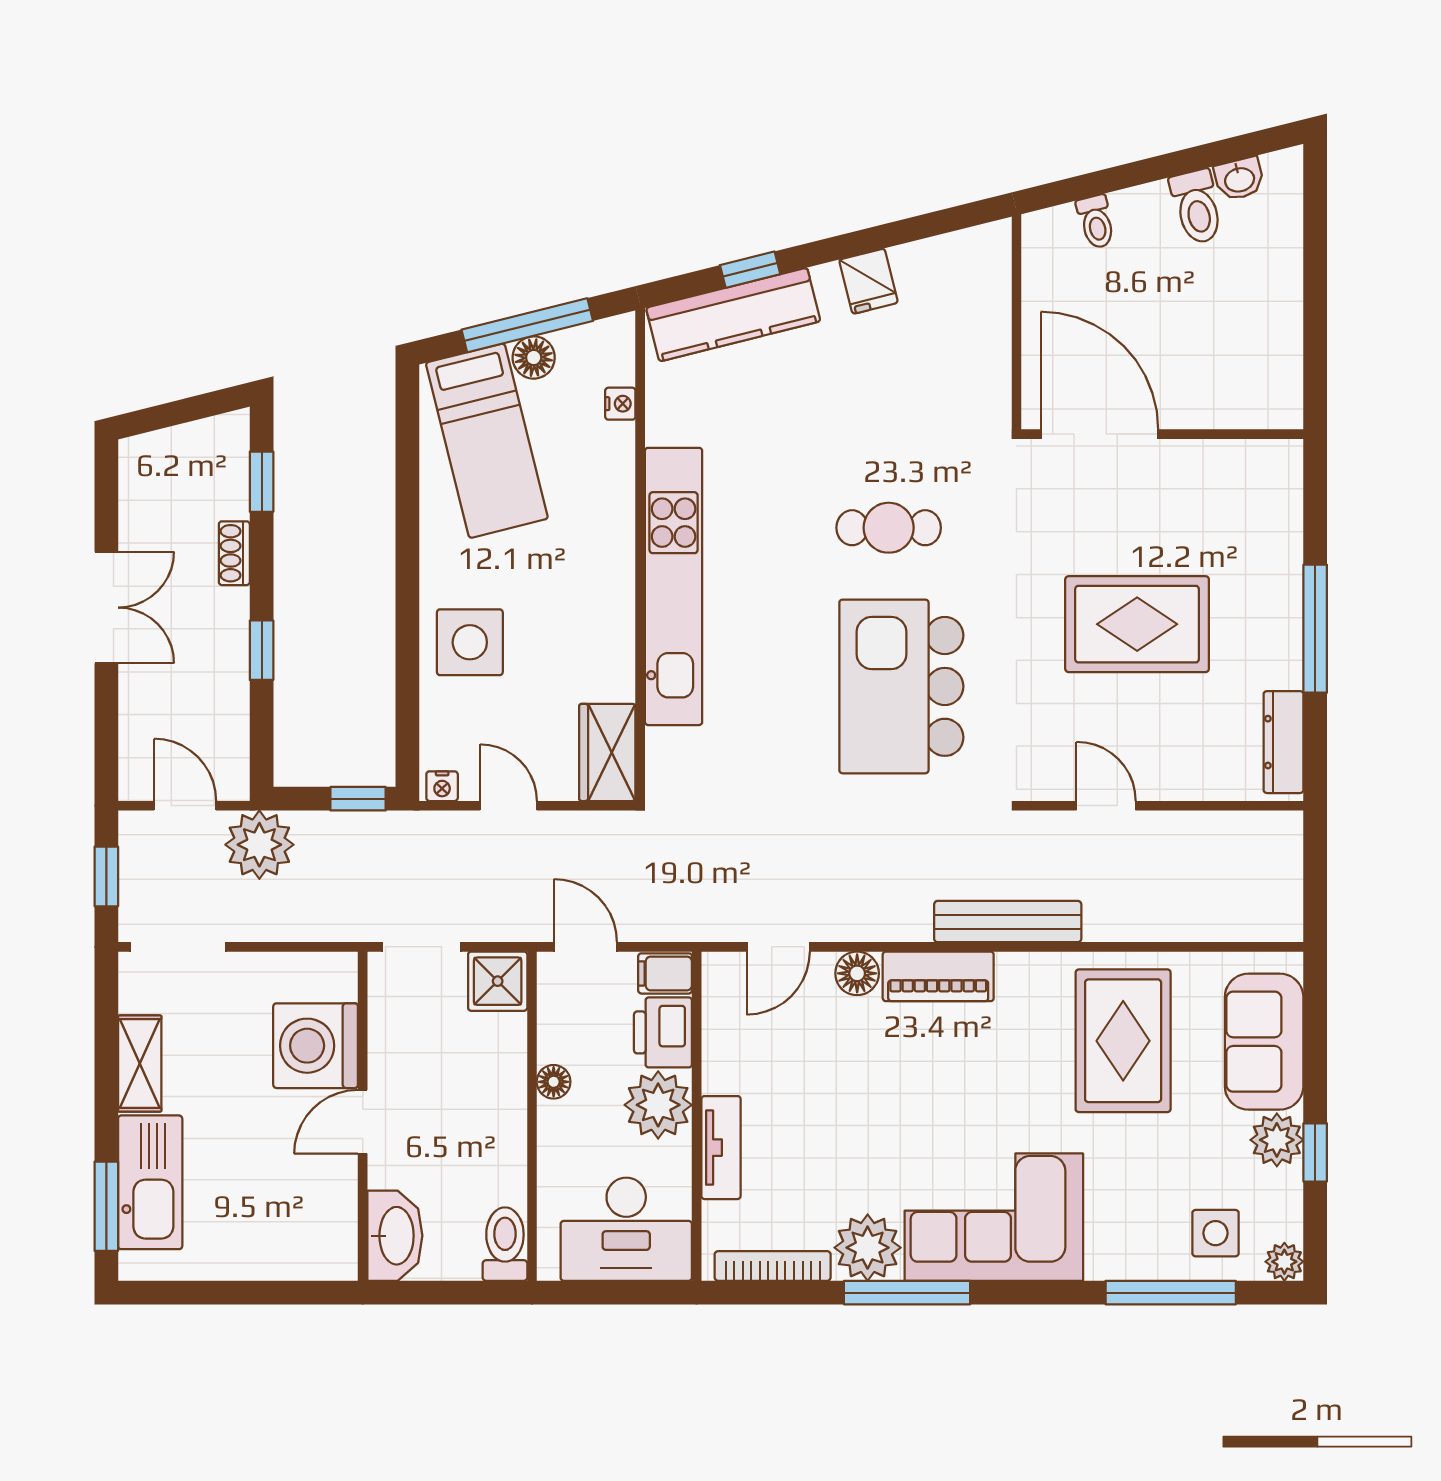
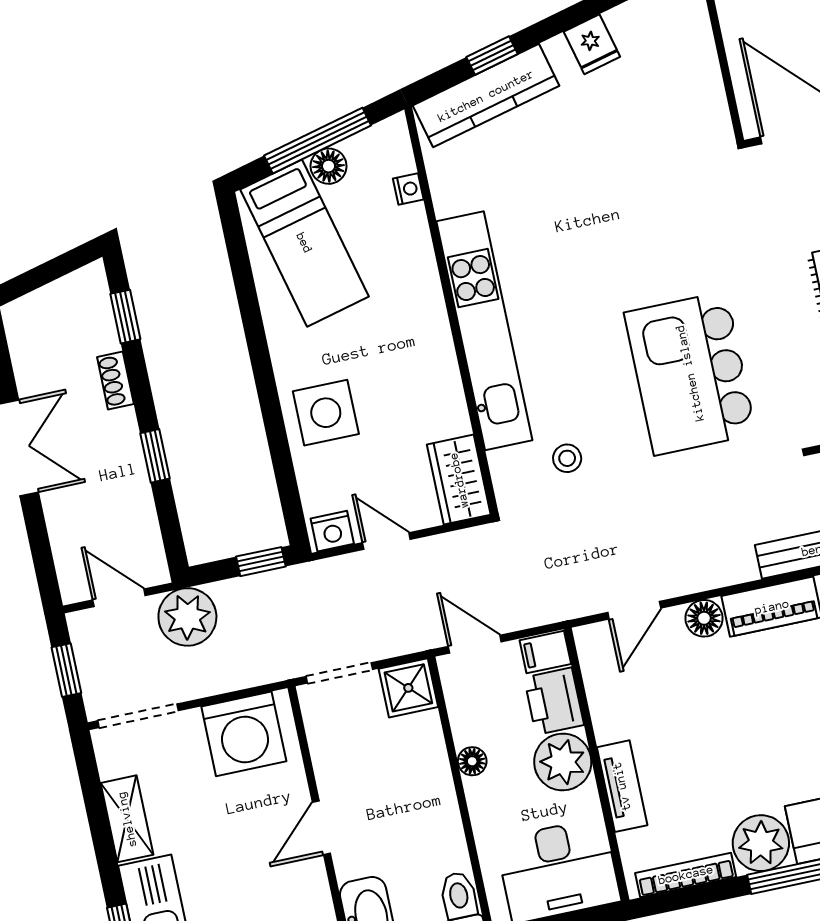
cafe table: (889, 528) -> (652, 244), removed
stool: (738, 754) -> (567, 458), added
nightstand: (442, 786) -> (332, 531), width x1.39, depth x1.35
washing machine: (316, 1046) -> (244, 734), moved, turned -90

